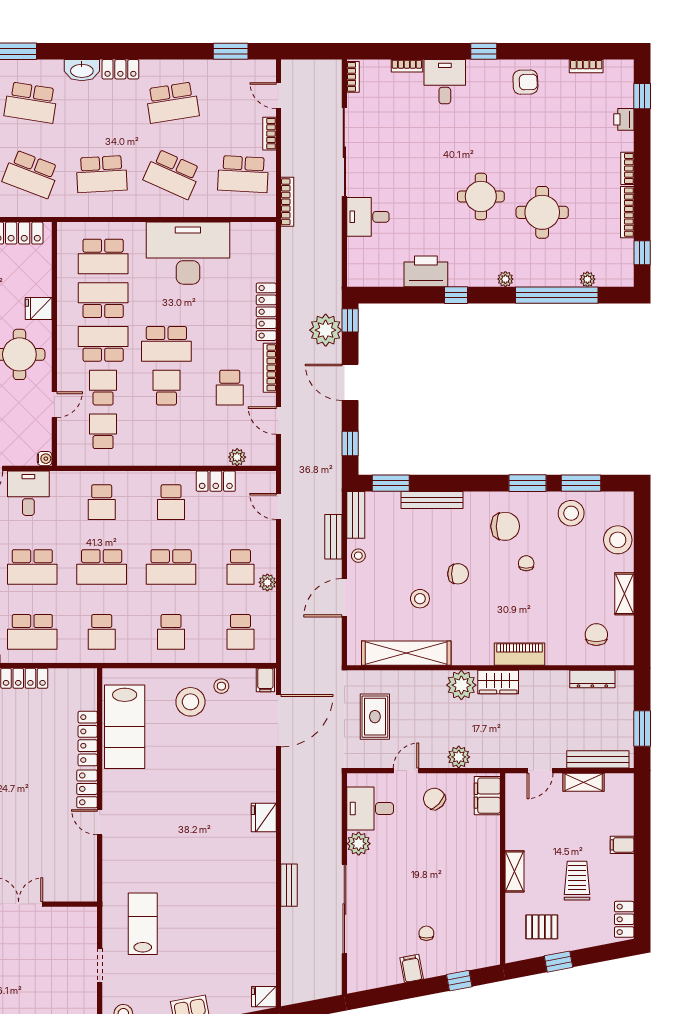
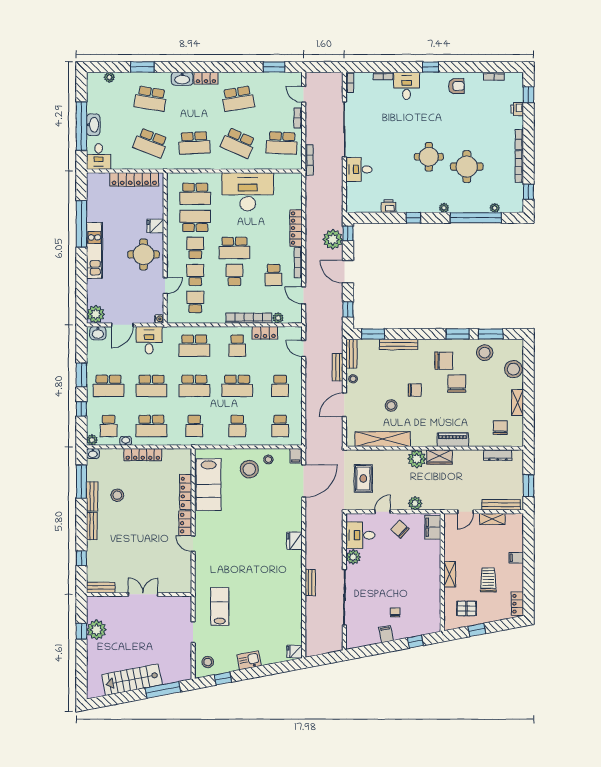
printer: (426, 271) -> (389, 206), width x0.53, depth x0.68
school desk: (103, 344) -> (195, 248), width x0.54
bookcase: (190, 457) -> (249, 318), added
school desk: (102, 502) -> (194, 346), width x1.85
chair: (526, 563) -> (457, 384), width x1.87, depth x1.87
plant: (267, 582) -> (297, 395), removed

